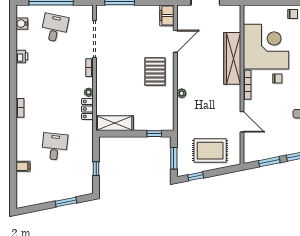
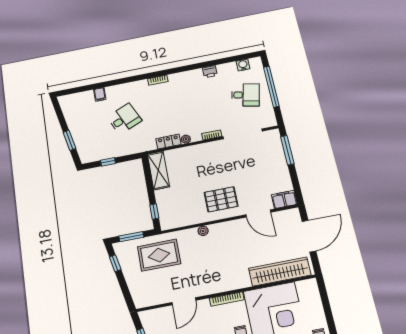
wardrobe: (232, 58) -> (280, 272), moved
desk: (55, 147) -> (124, 119), turned -30
rug: (210, 151) -> (159, 255), moved, turned 90

